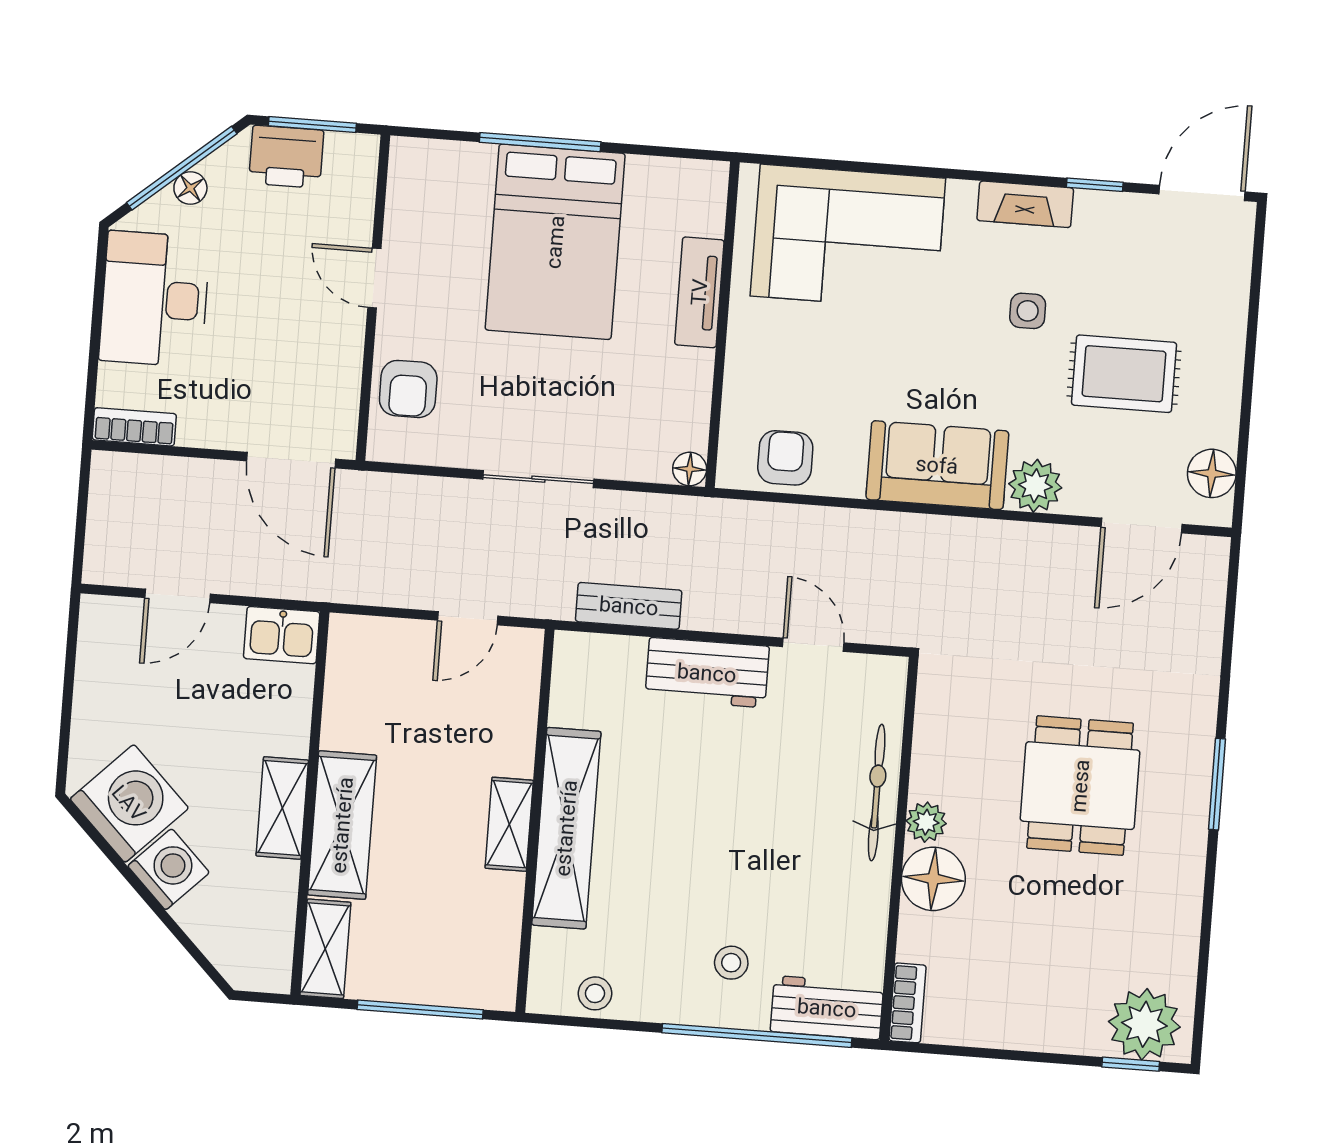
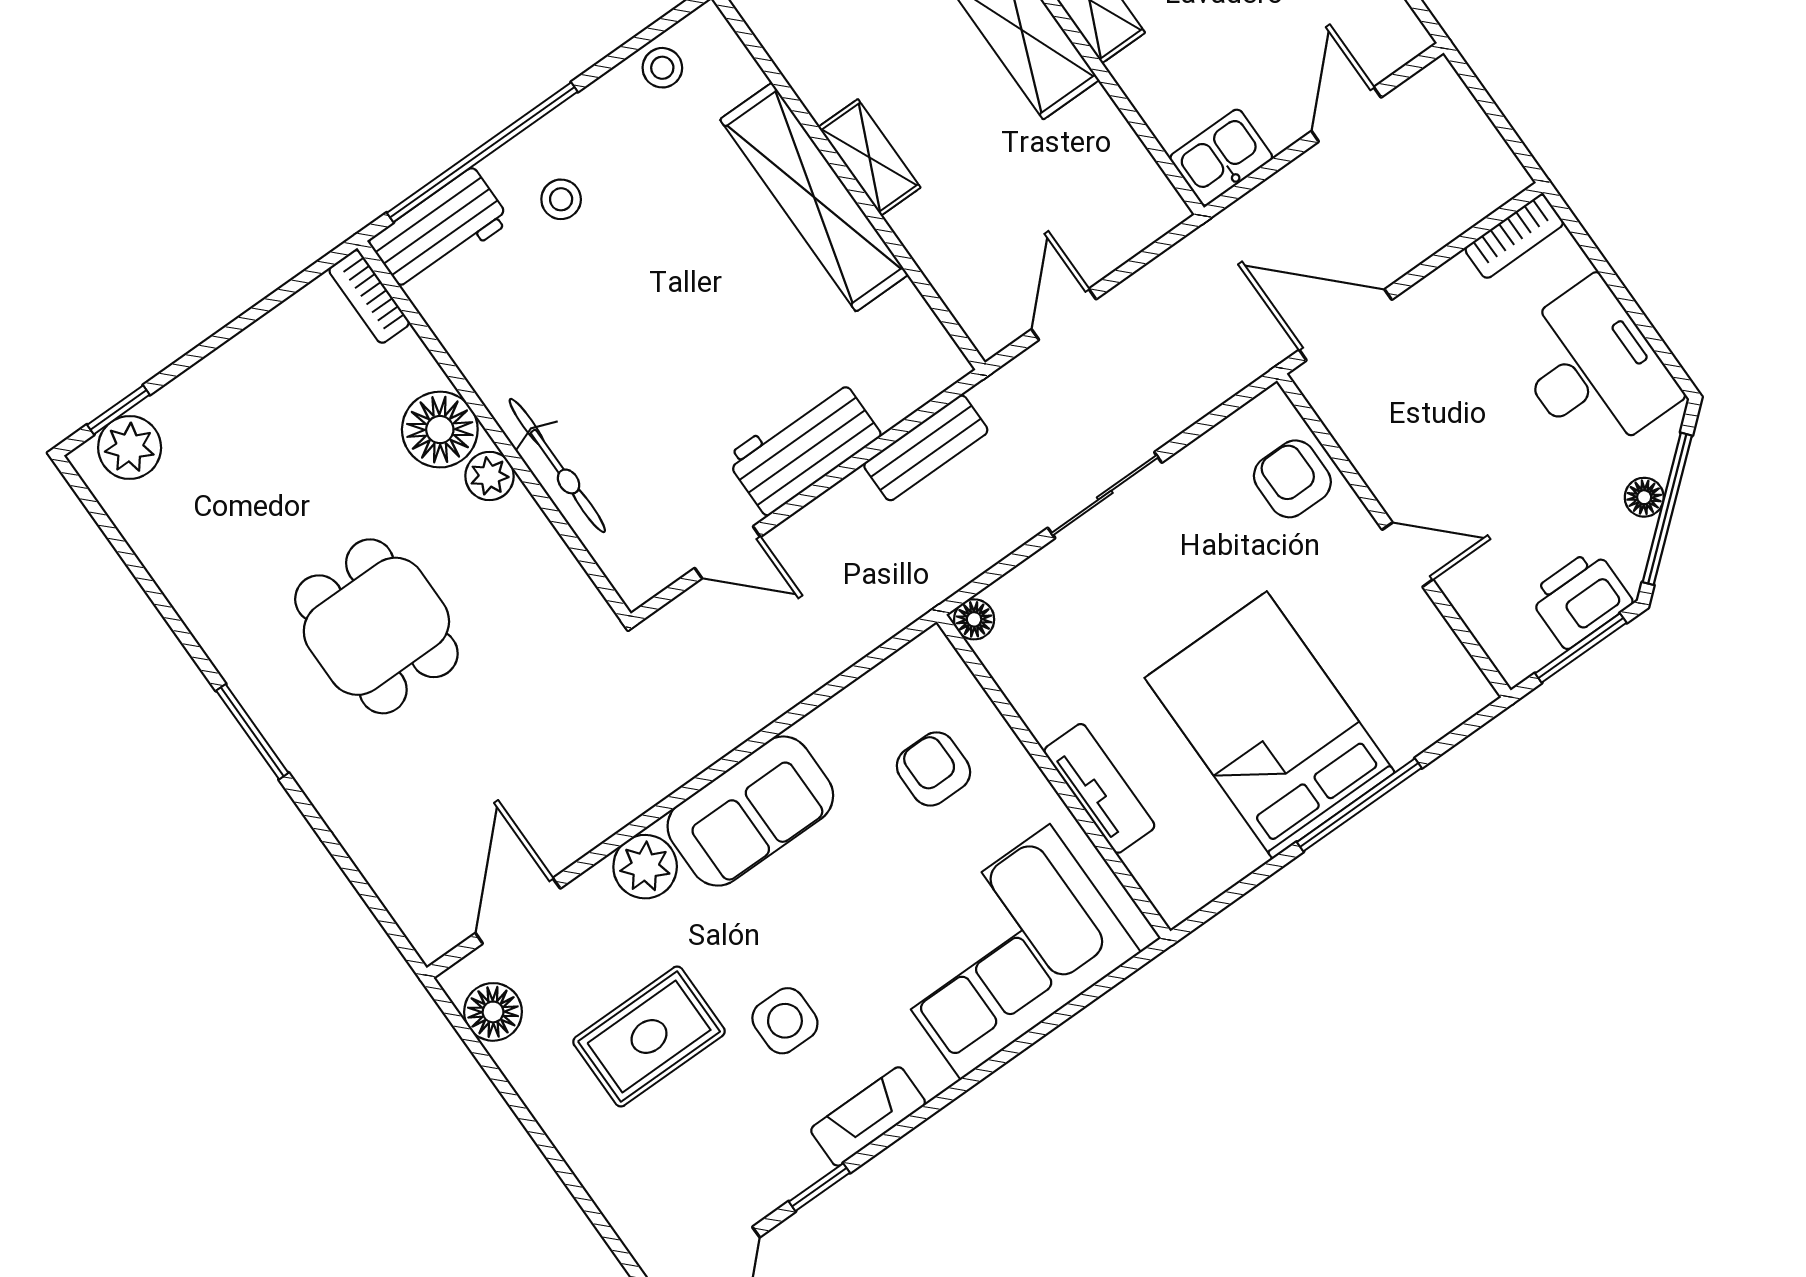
side table: (1028, 311) -> (785, 1021), width x1.37, depth x1.37
armchair: (785, 458) -> (933, 769), moved, turned 180
plant: (1144, 1024) -> (130, 448), width x0.73, depth x0.73

